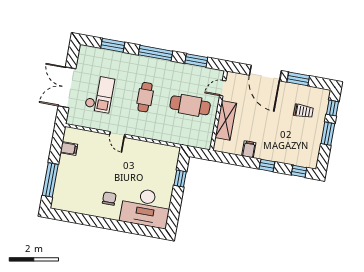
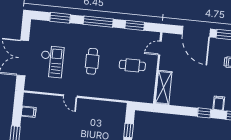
cafe table: (190, 105) -> (132, 65), width x0.73, depth x0.74
shelving: (226, 120) -> (164, 88), moved
filing cabinet: (249, 149) -> (219, 103), moved

